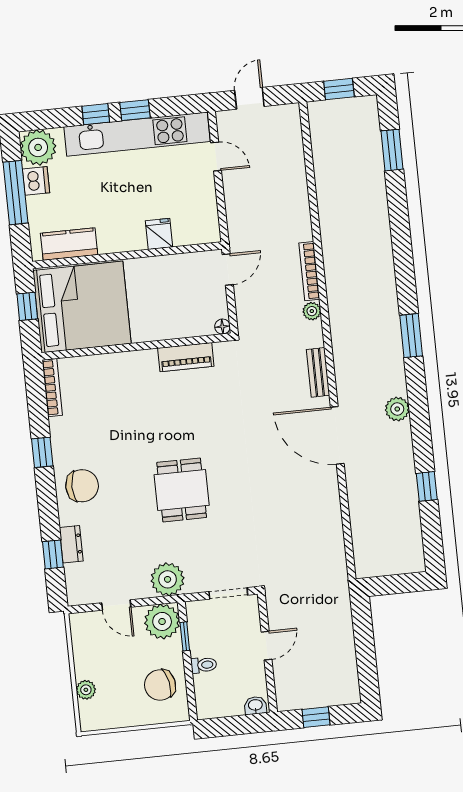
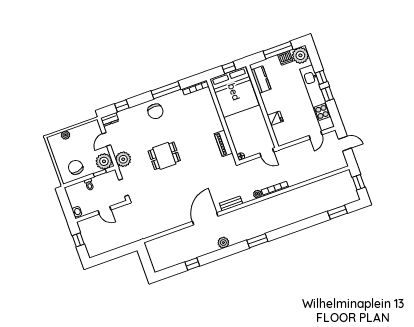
window: (42, 452) -> (166, 90), width x2.17
dresser: (71, 544) -> (110, 120), moved

